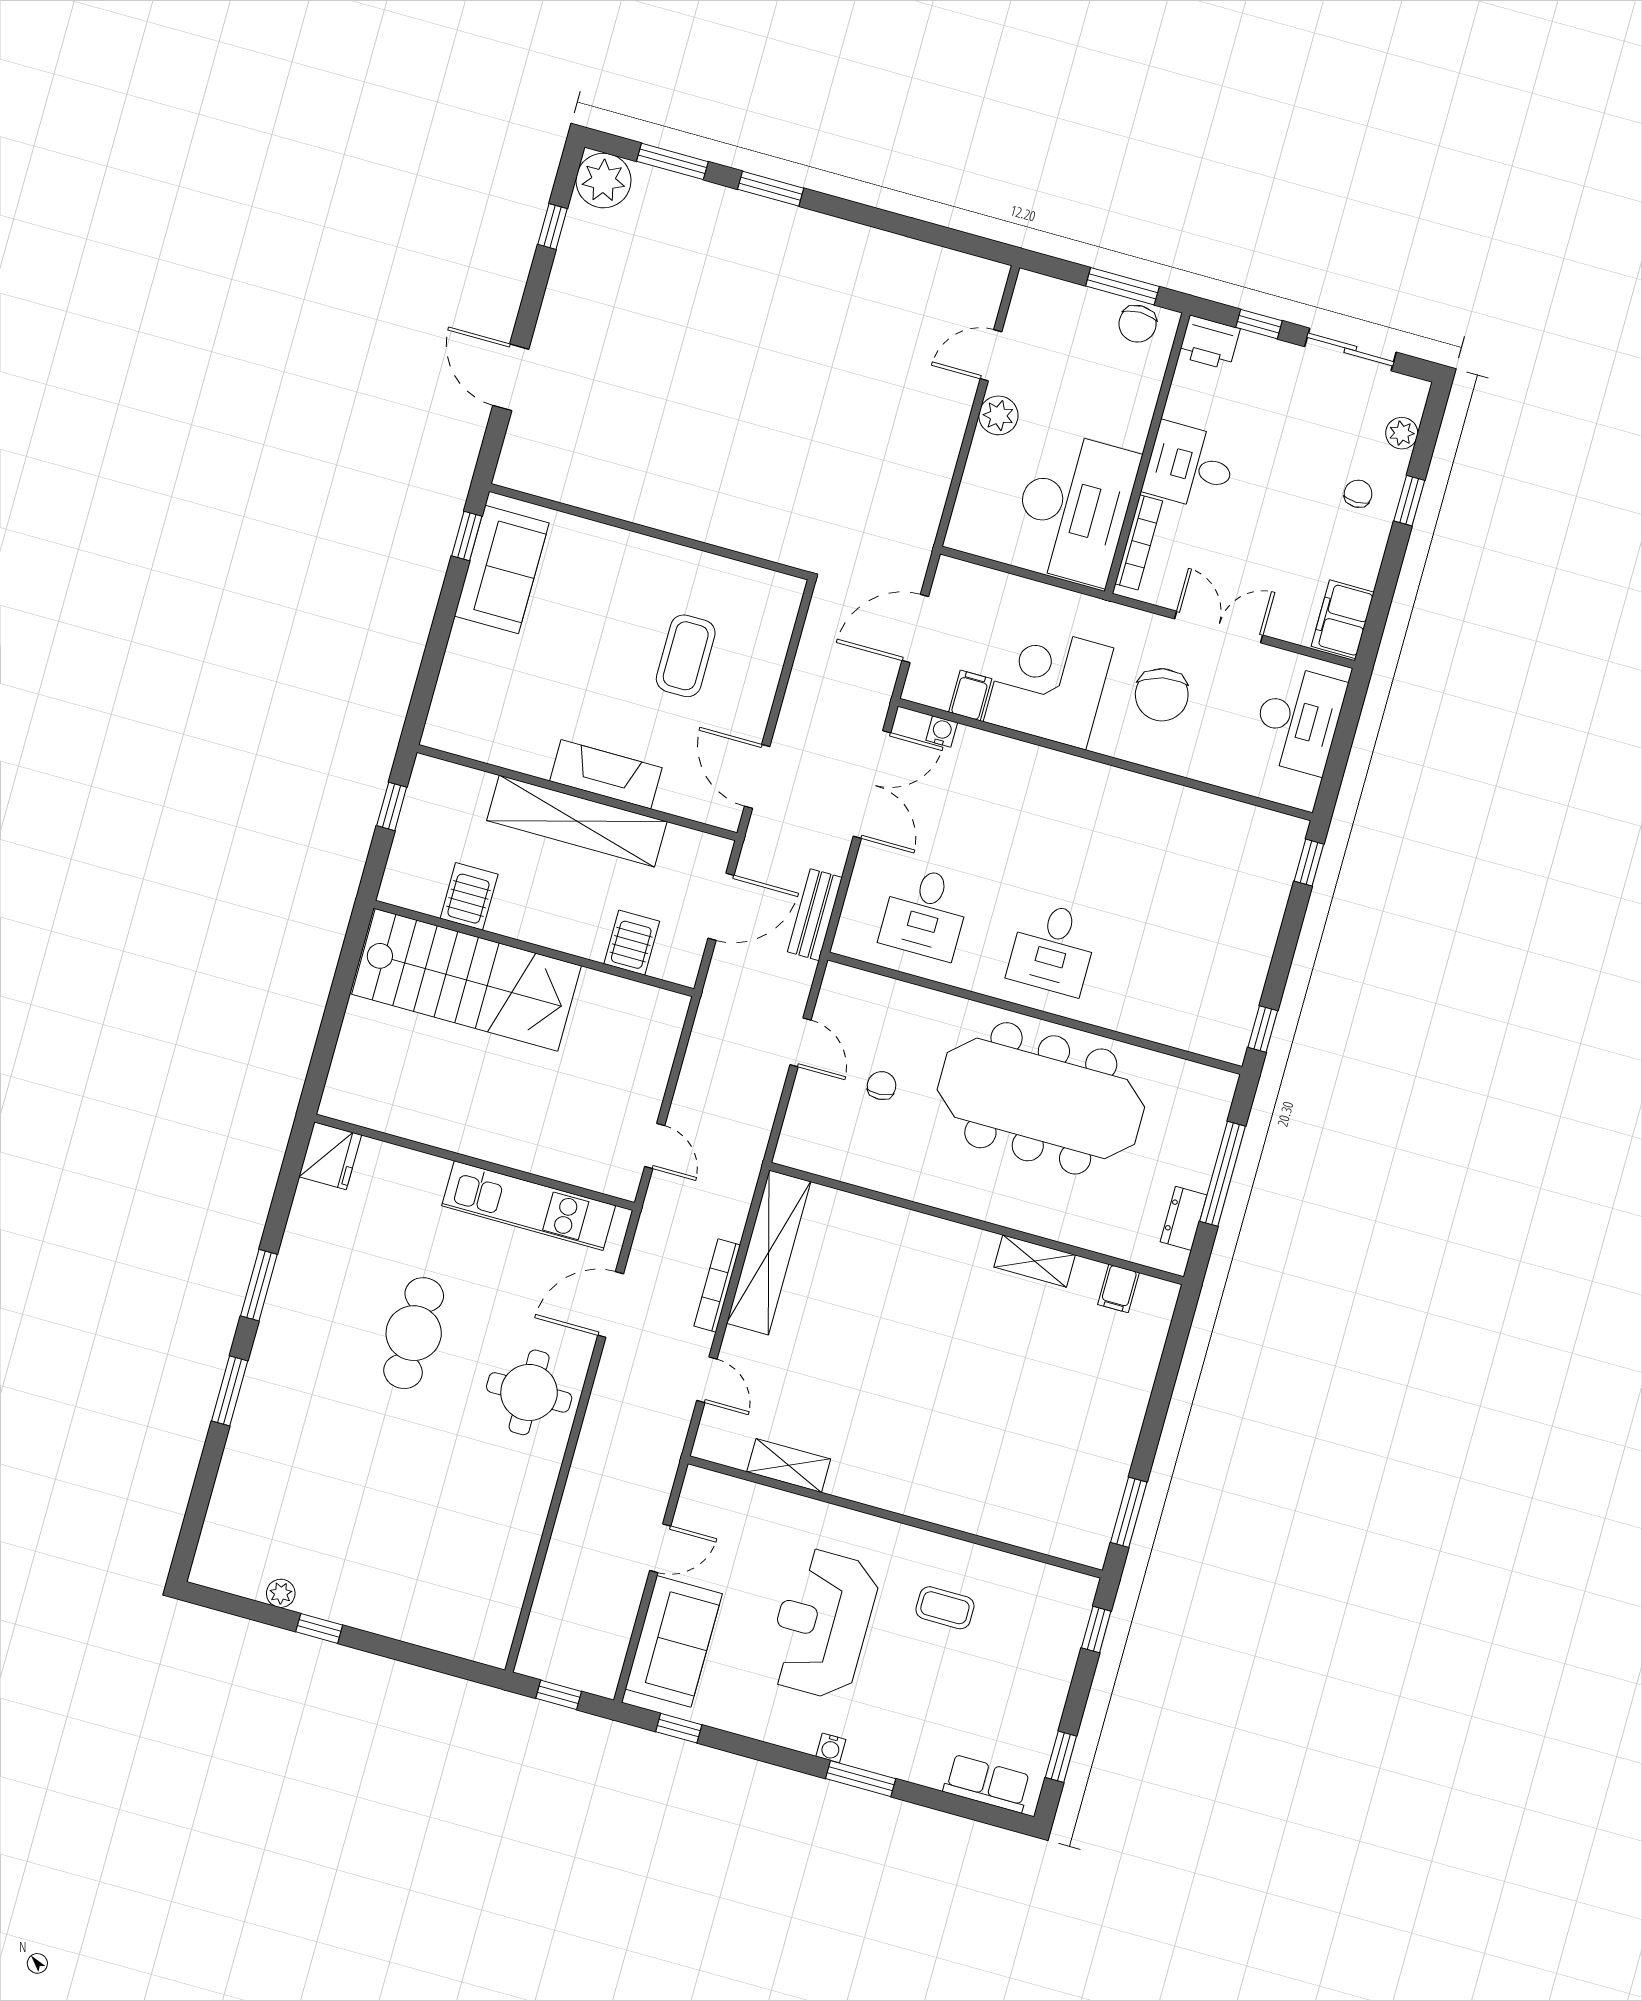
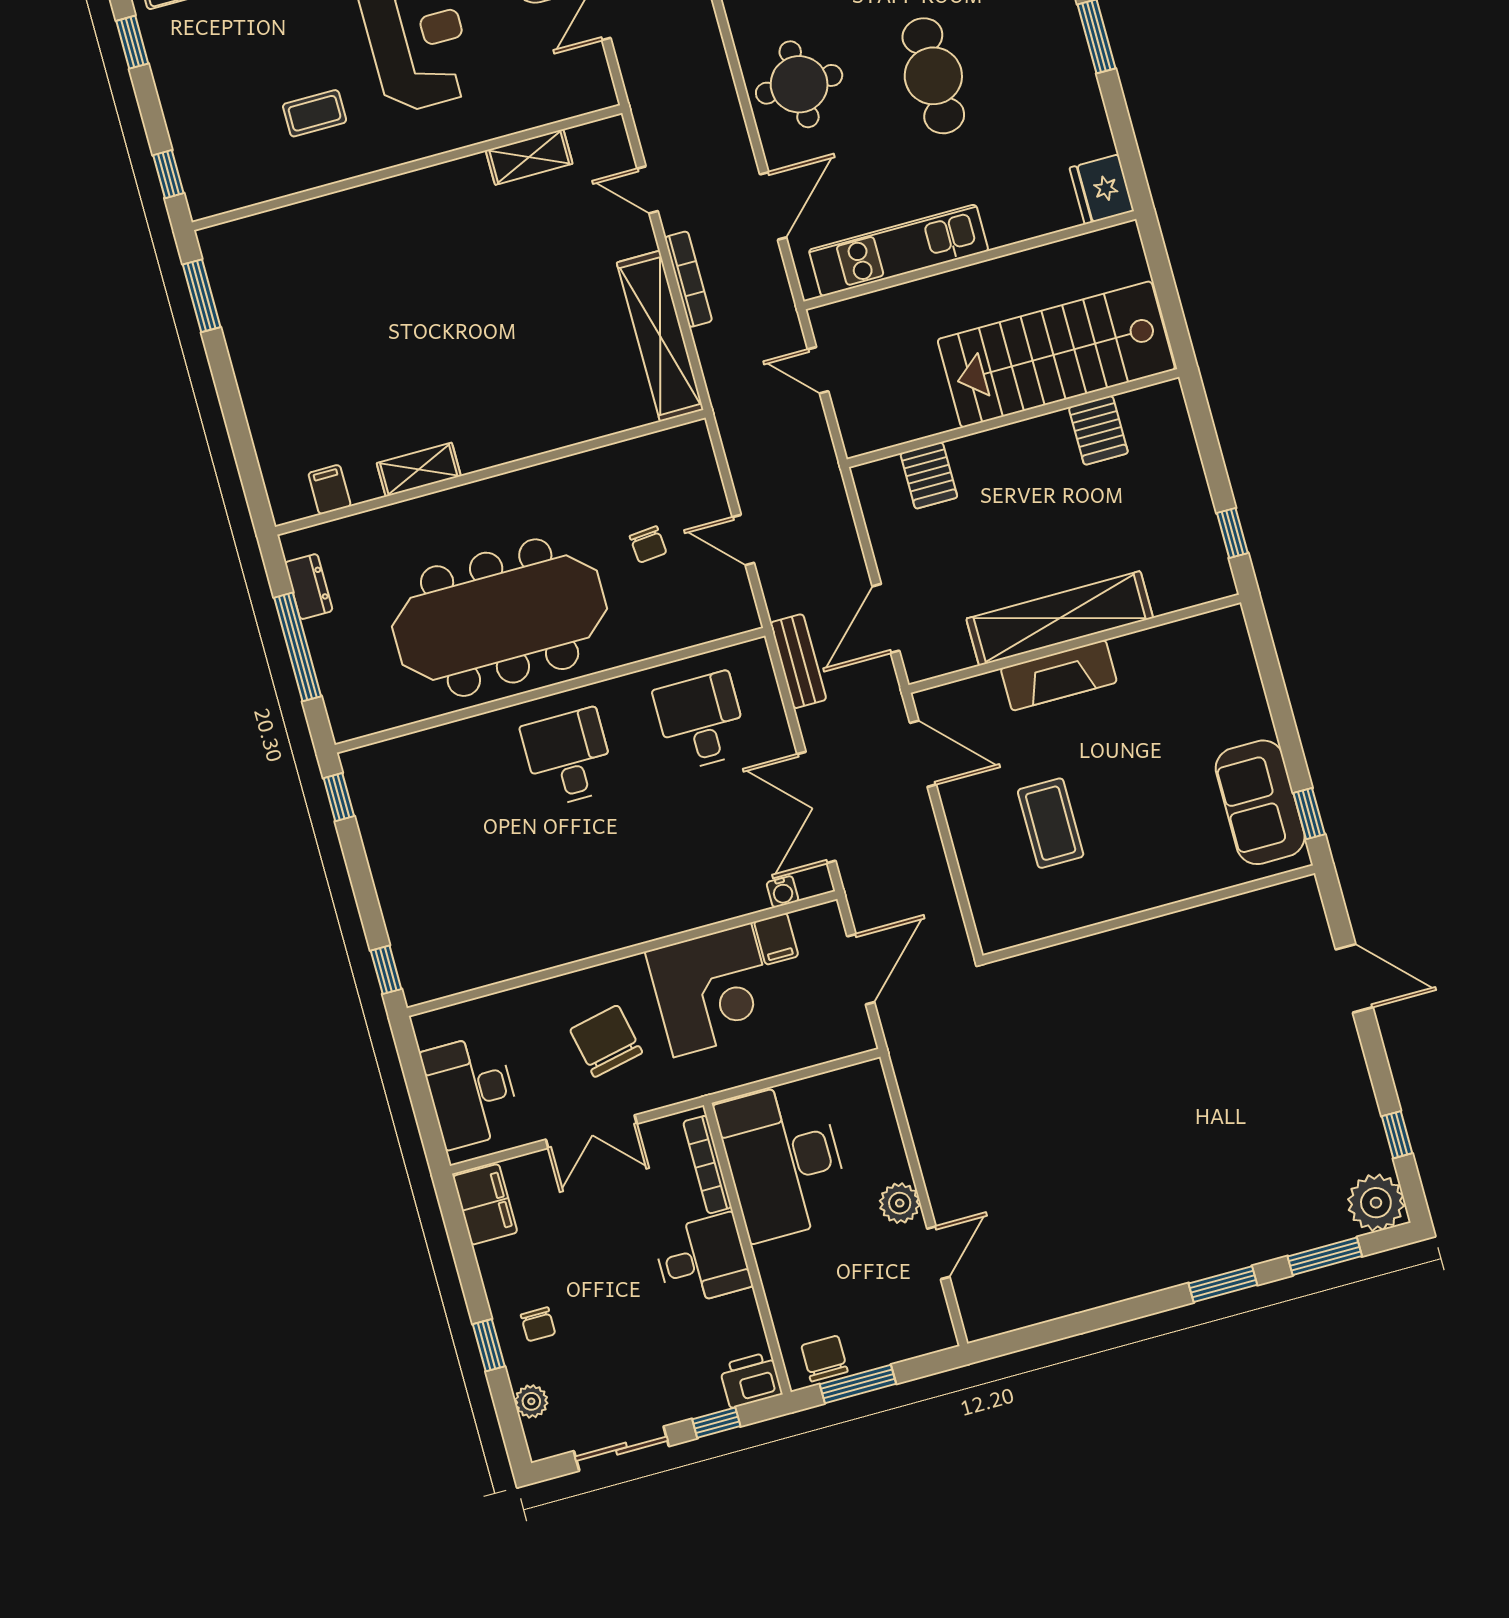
server rack: (469, 896) -> (1098, 430), moved
server rack: (632, 943) -> (929, 475), moved
wall: (534, 948) -> (1013, 418), moved
stairs: (466, 980) -> (1056, 354), moved

